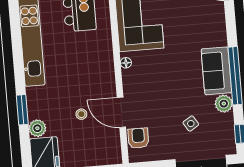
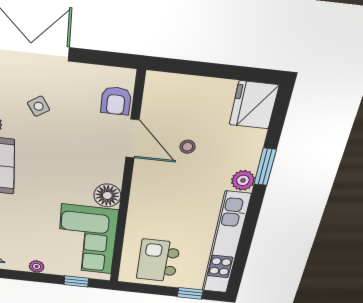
floor lamp: (126, 63) -> (107, 195), width x1.89, depth x1.89
plant: (37, 128) -> (243, 180), moved

